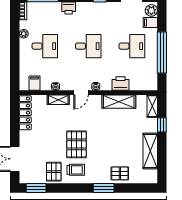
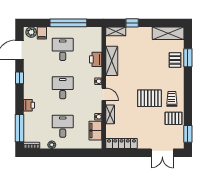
filing cabinet: (34, 83) -> (95, 131), width x2.00
shelving: (150, 151) -> (168, 33), moved
window: (104, 188) -> (188, 58), moved

